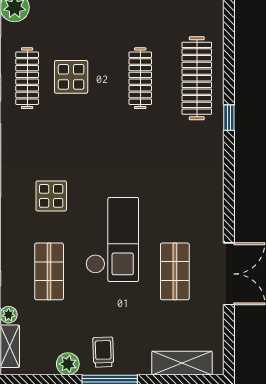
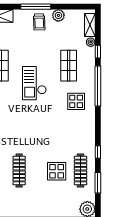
display table: (51, 196) -> (76, 101), moved
checkout: (112, 239) -> (34, 83), width x0.73, depth x0.83

